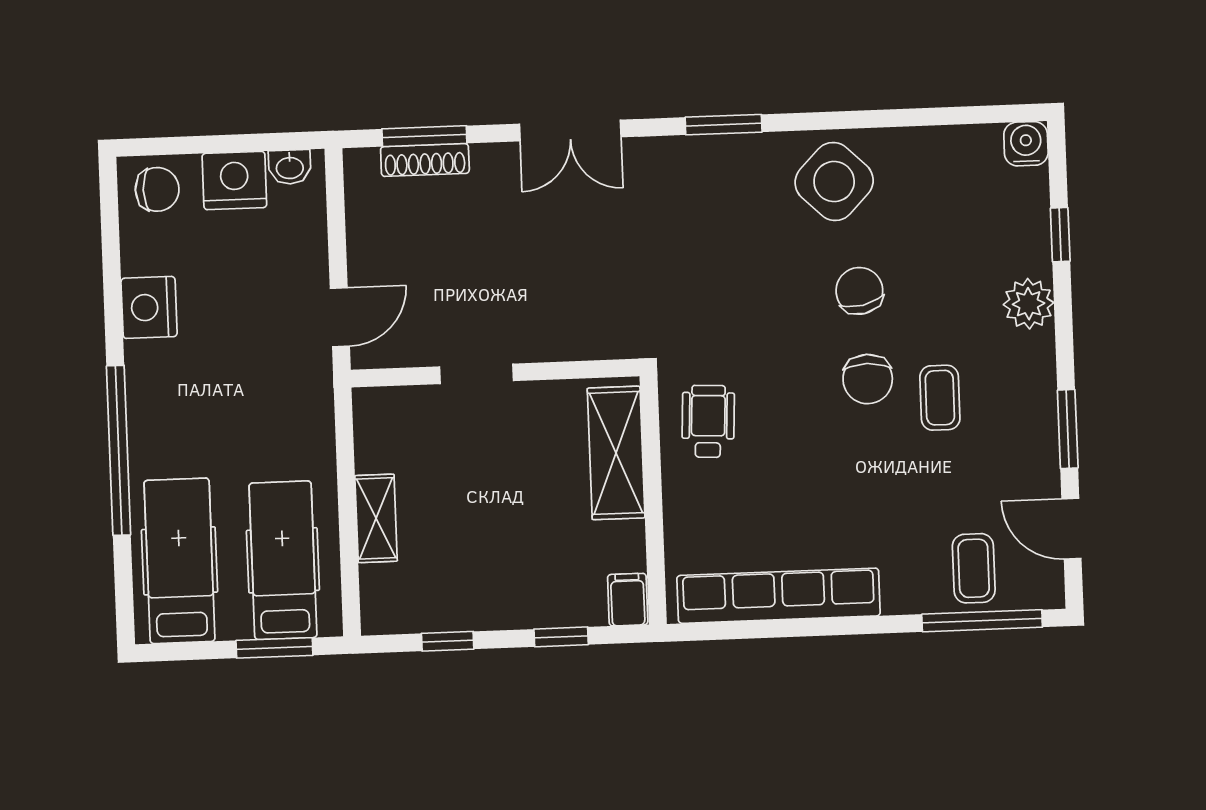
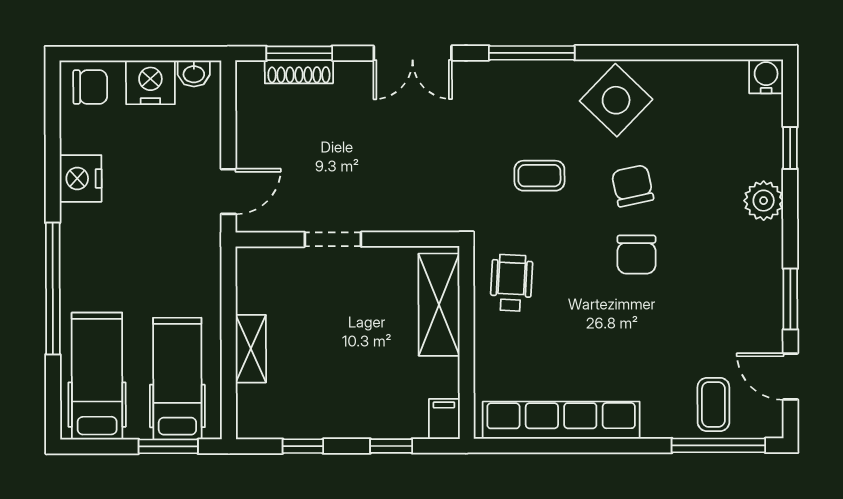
window: (724, 125) -> (532, 53), width x1.44
coffee table: (940, 398) -> (539, 176), moved, turned 90

